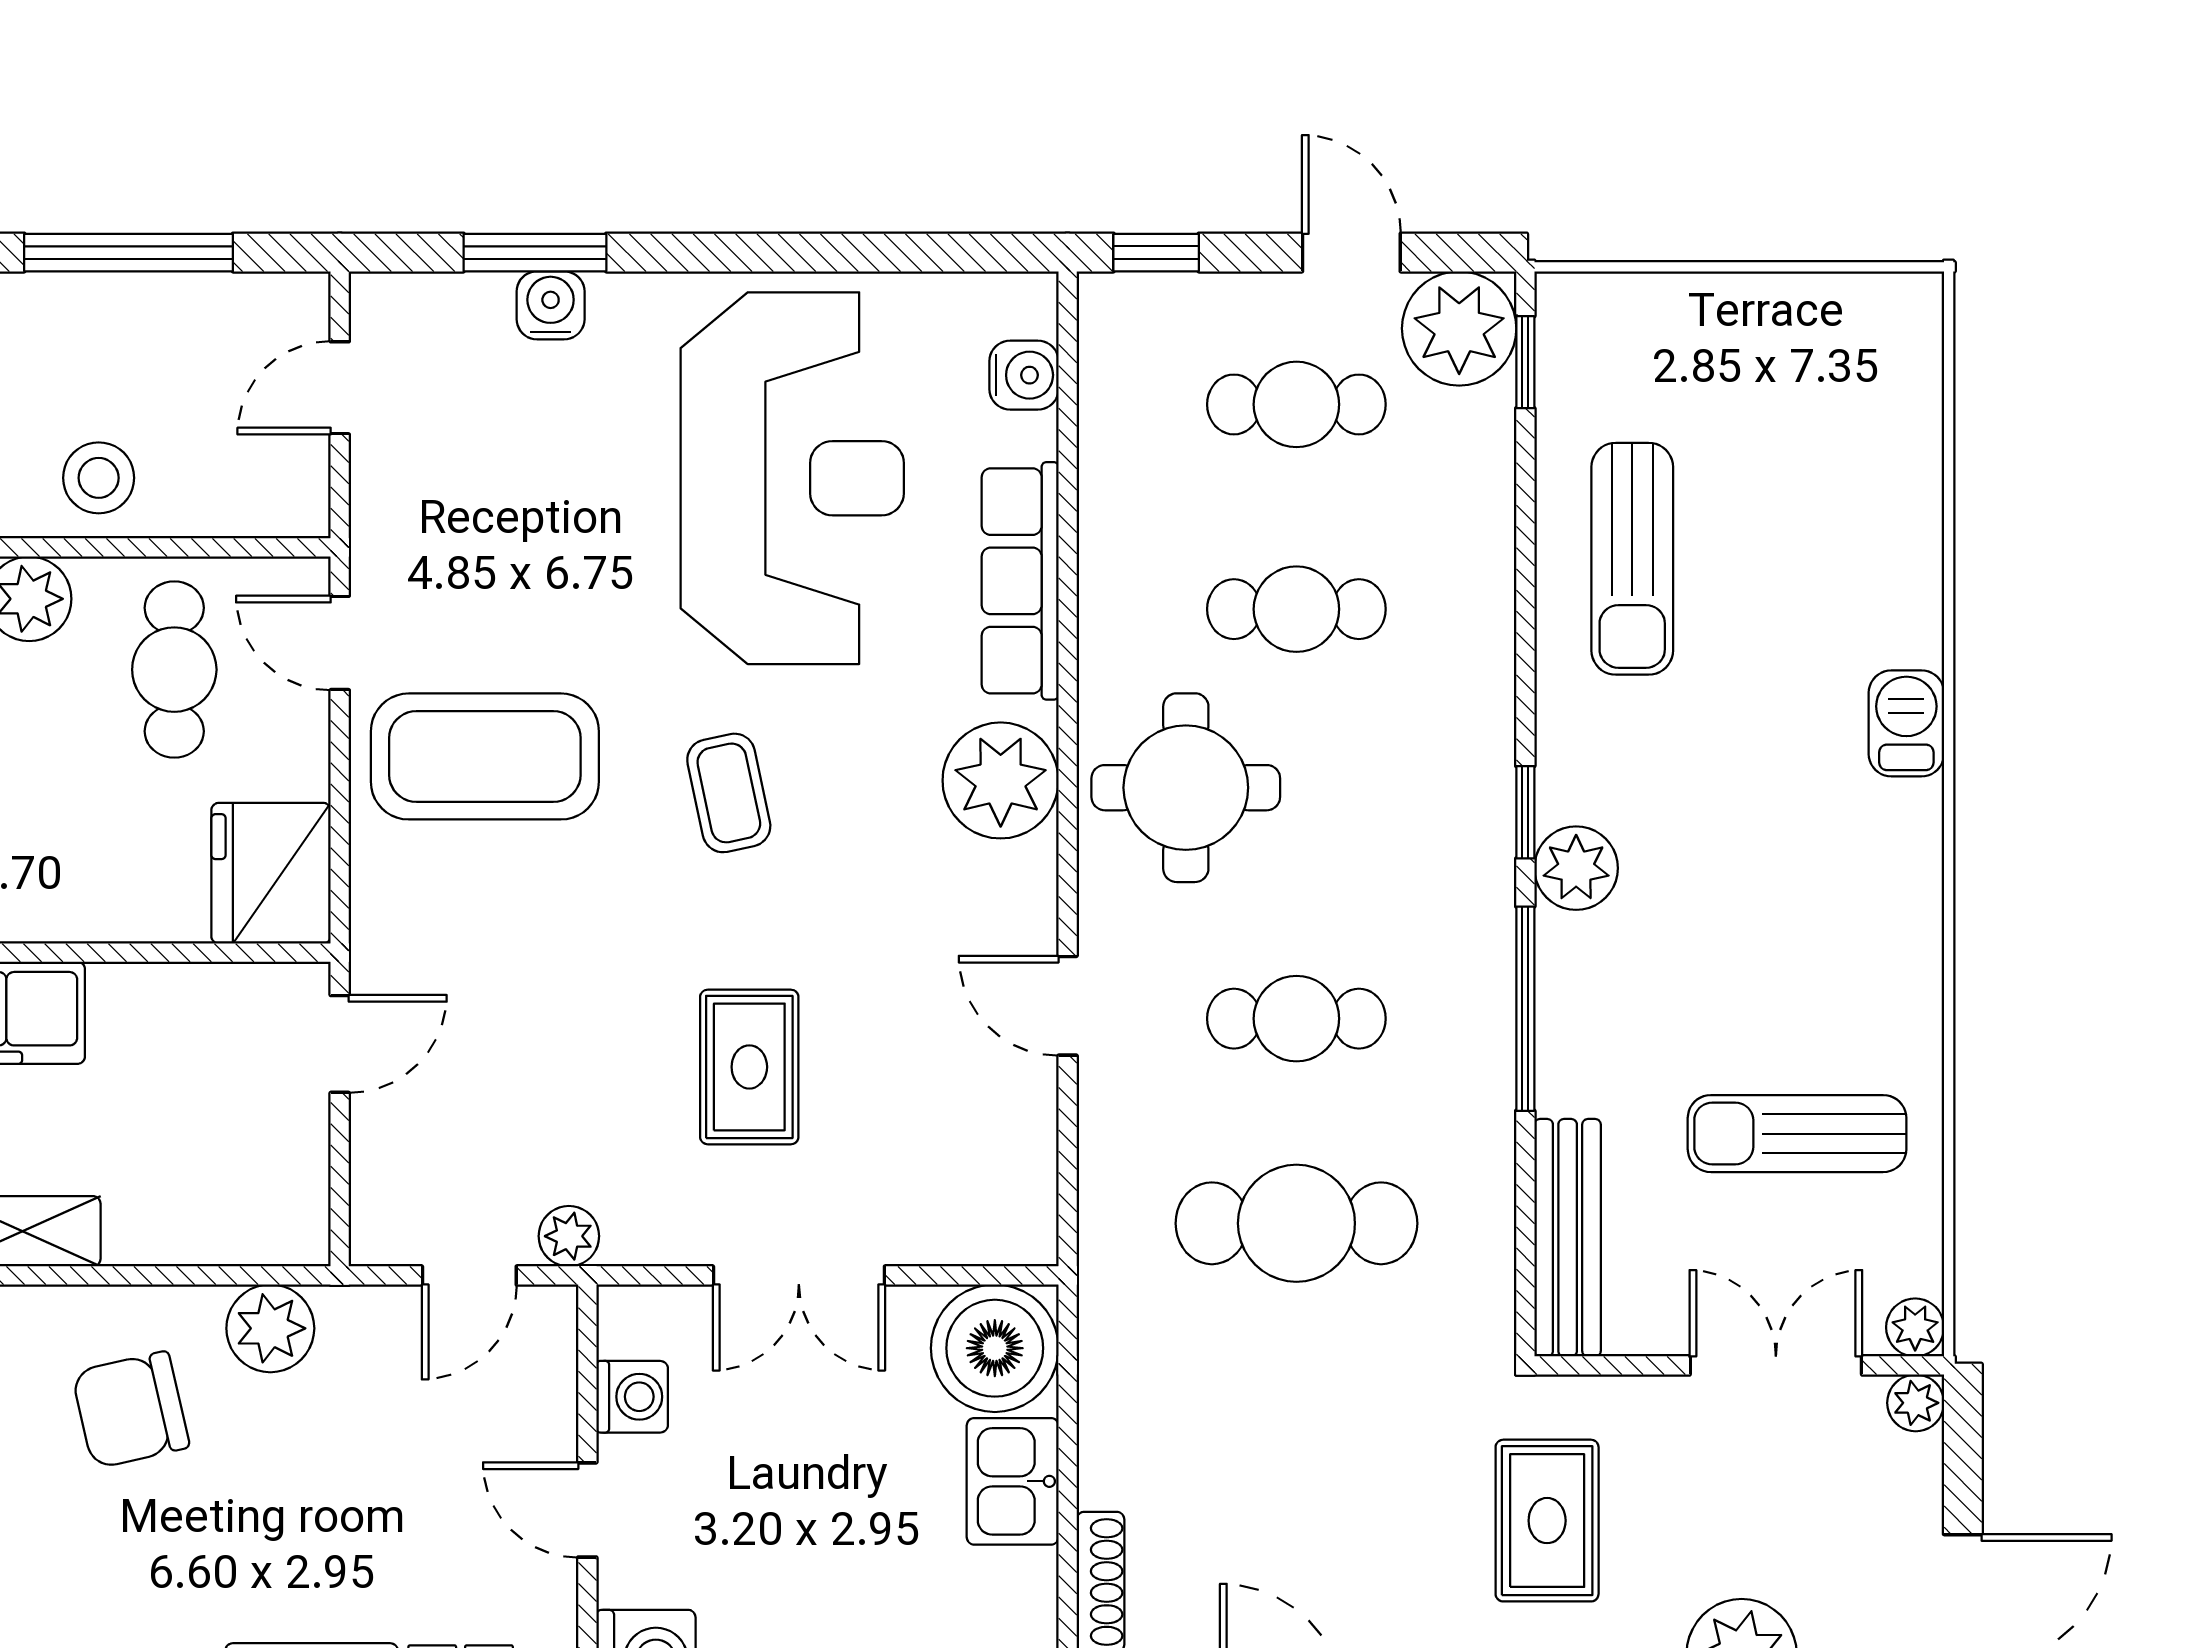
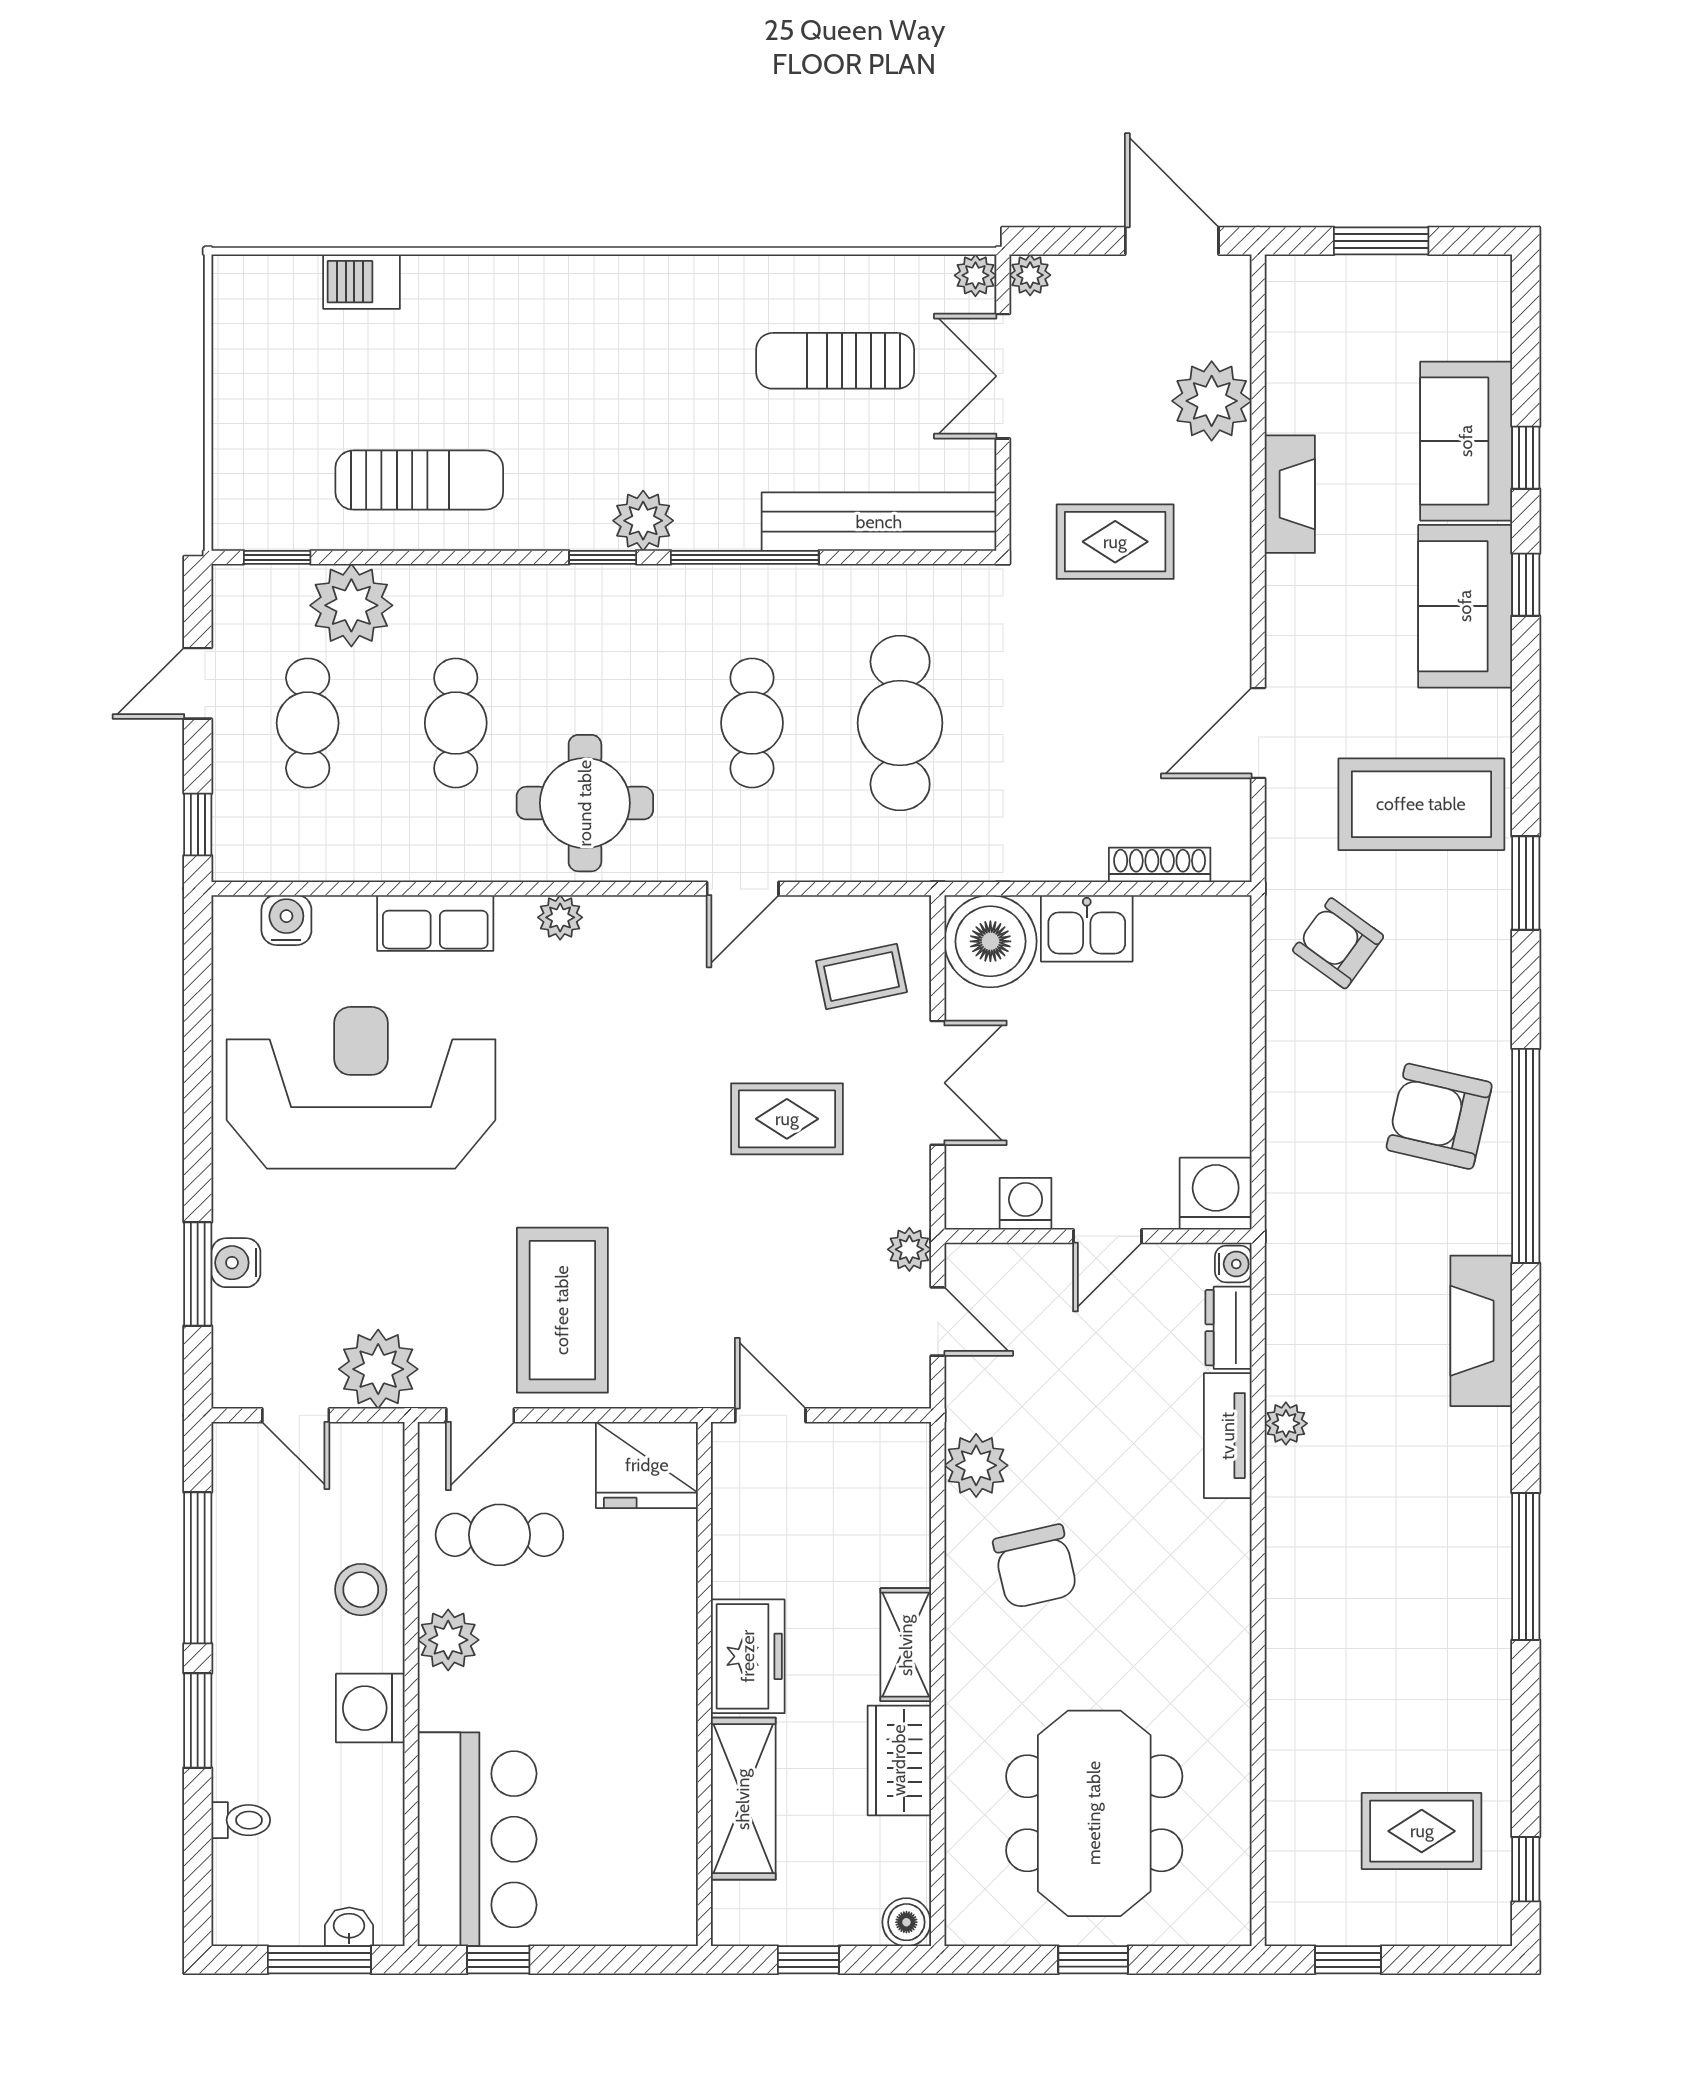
plant: (1459, 328) -> (351, 605), moved
plant: (403, 502) -> (378, 1369), added
row of seats: (1020, 581) -> (435, 923), width x0.68
barbecue: (1906, 723) -> (362, 282), moved
plant: (1001, 780) -> (560, 917), width x0.53, depth x0.53
coffee table: (729, 793) -> (861, 976), moved
sun lounger: (1797, 1134) -> (835, 361), turned 90
bench: (1568, 1238) -> (879, 522), width x1.37, depth x1.21

